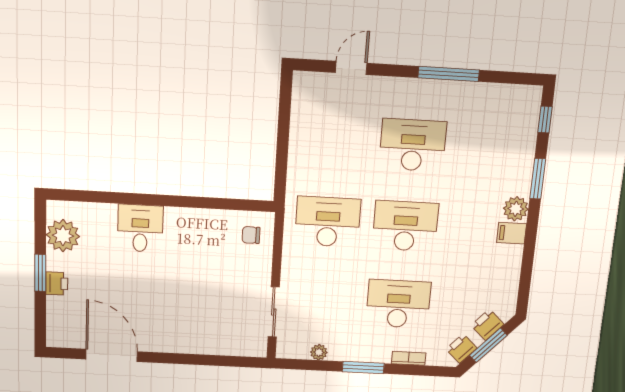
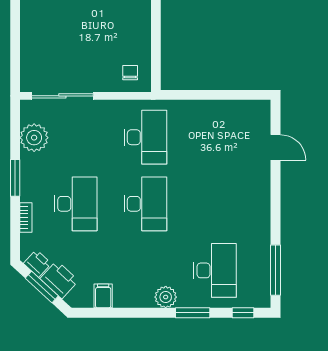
window: (449, 74) -> (275, 270), moved
desk: (413, 145) -> (215, 270), moved
filing cabinet: (512, 233) -> (103, 296), moved
sliding door: (274, 312) -> (62, 96), width x1.37
printer: (488, 325) -> (59, 280), width x1.36, depth x1.24
plant: (319, 352) -> (34, 138), width x1.88, depth x1.88

